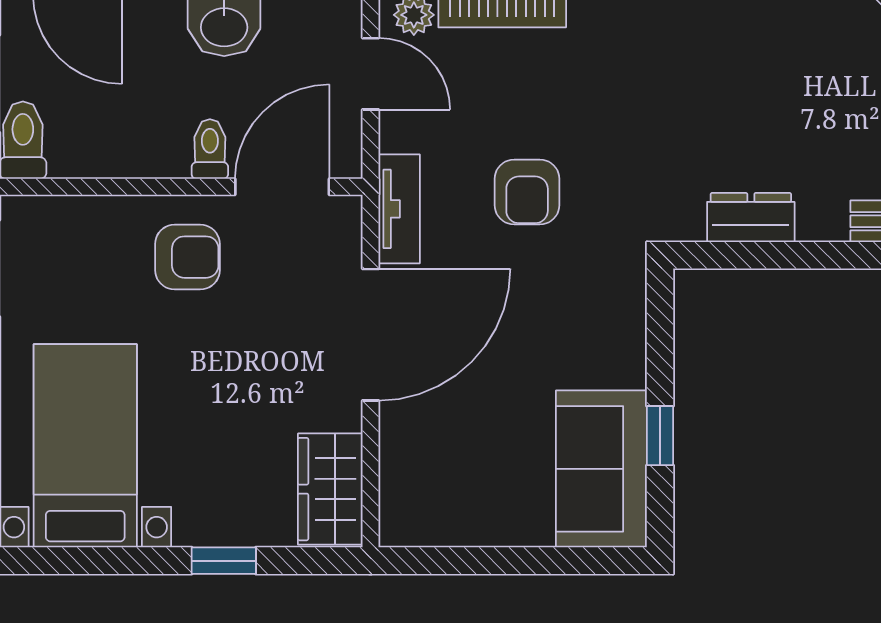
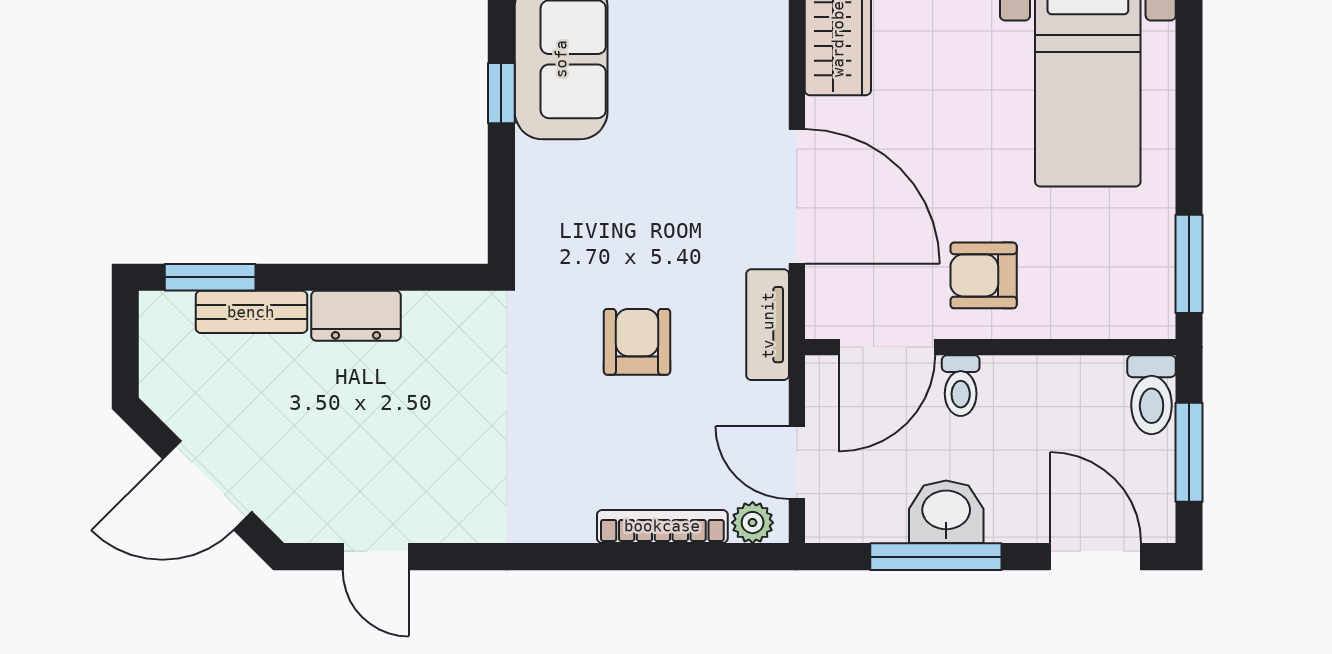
dresser: (751, 218) -> (356, 316), moved
door: (370, 335) -> (797, 196), swing flipped

